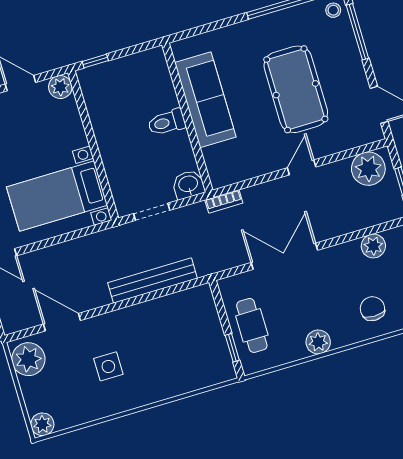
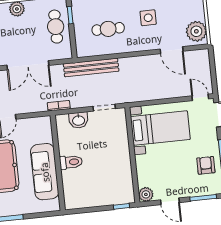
sofa: (205, 100) -> (45, 172), moved
wall: (187, 118) -> (58, 163), moved
toilet: (167, 122) -> (71, 162), moved
bench: (152, 281) -> (91, 67), moved
cafe table: (168, 337) -> (108, 29), added

